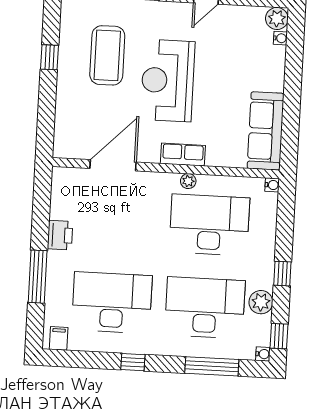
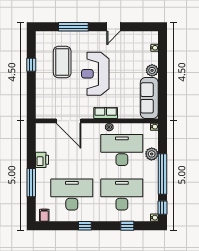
plant: (277, 19) -> (152, 70), moved
door: (113, 165) -> (68, 121), swing flipped
window: (282, 274) -> (162, 174), width x3.17
plant: (261, 302) -> (152, 154), moved
window: (212, 366) -> (127, 226), width x0.46

